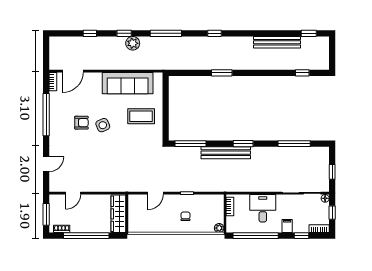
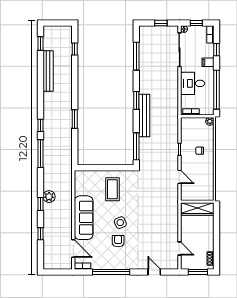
window: (166, 33) -> (40, 154), moved
sofa: (128, 83) -> (84, 218), moved
window: (86, 236) -> (216, 237), removed

